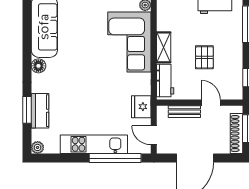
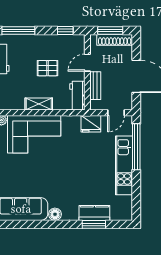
workbench: (165, 80) -> (77, 96), moved, turned -90
plant: (38, 147) -> (127, 215), removed

